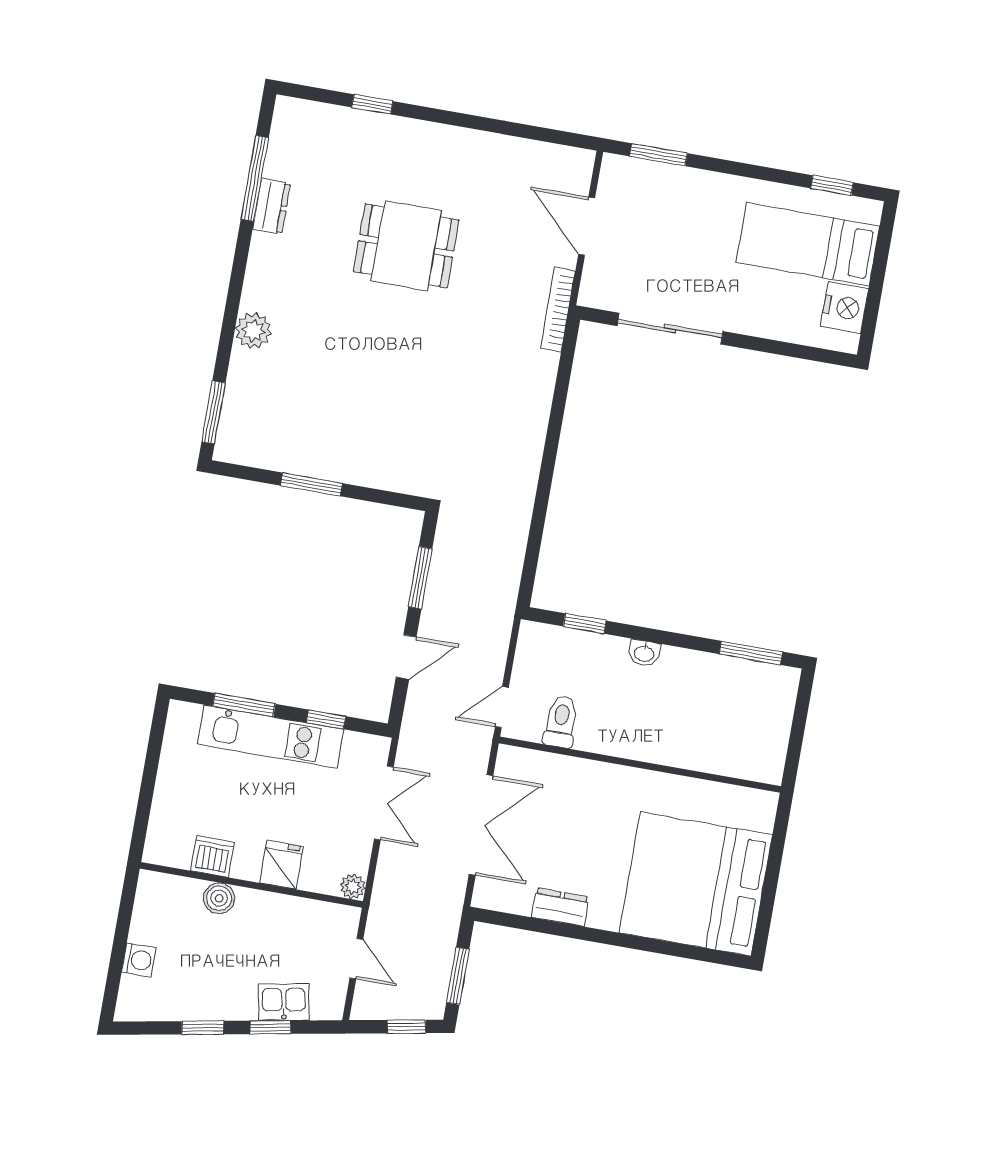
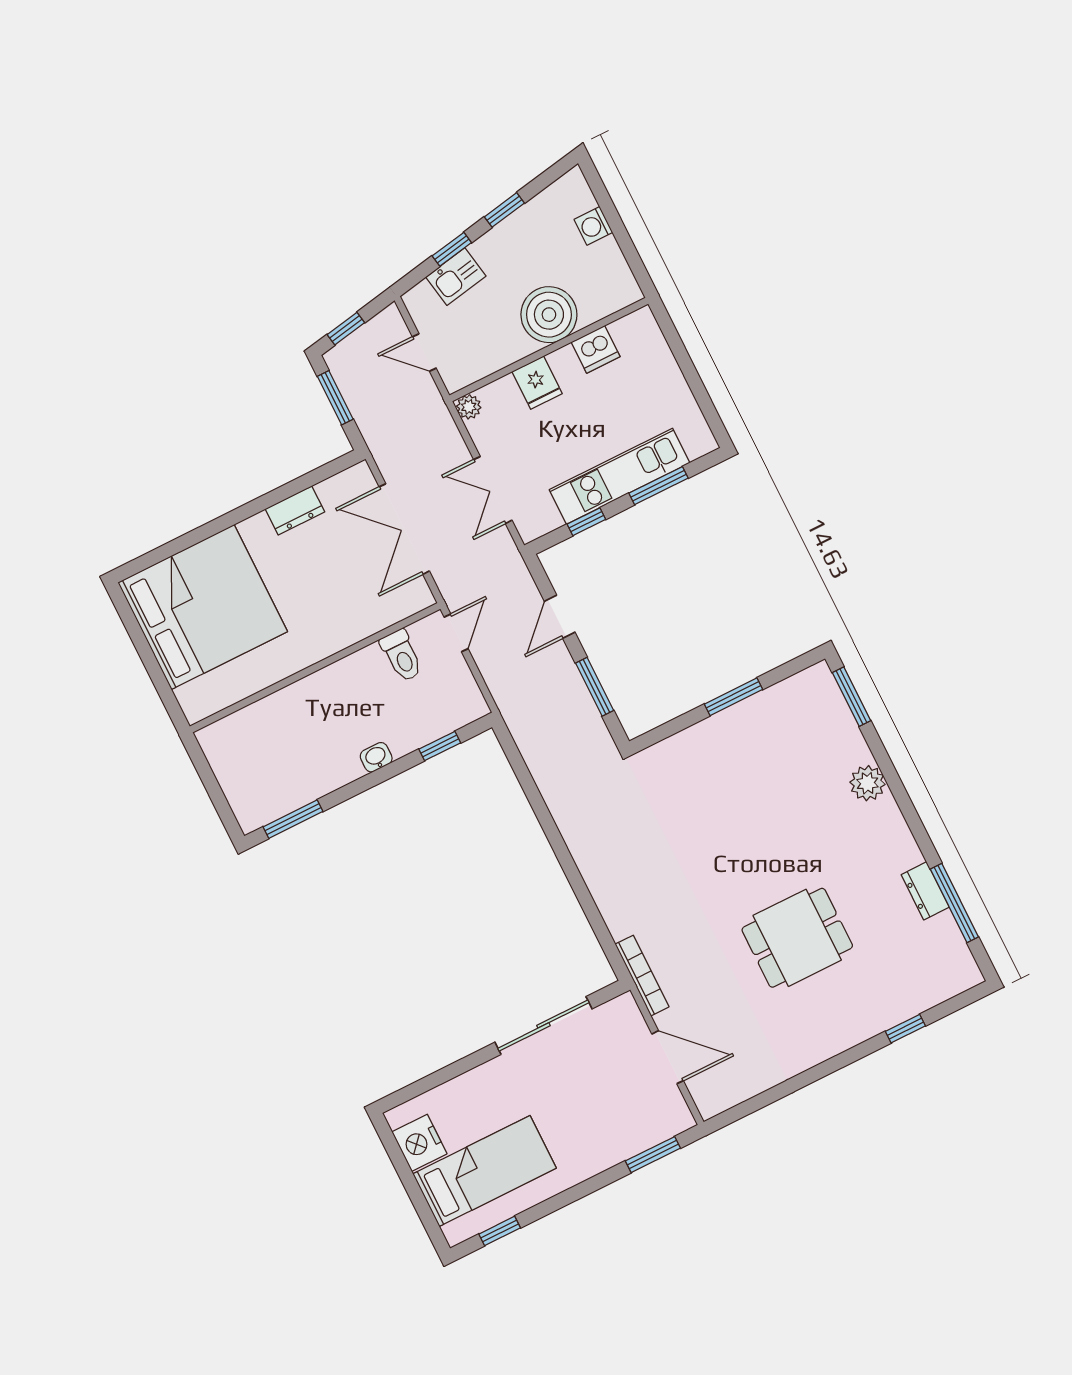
boiler: (219, 898) -> (549, 315), width x1.86, depth x1.86

